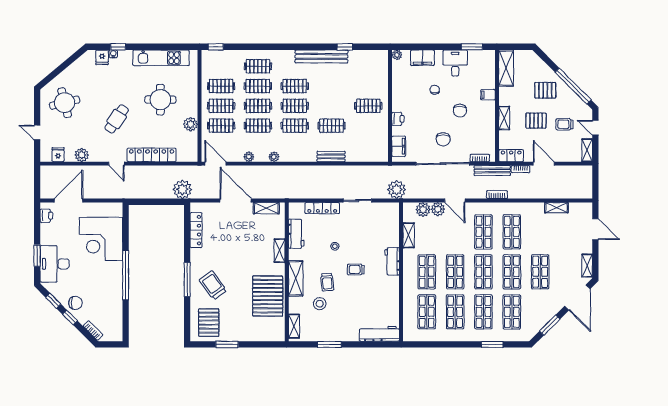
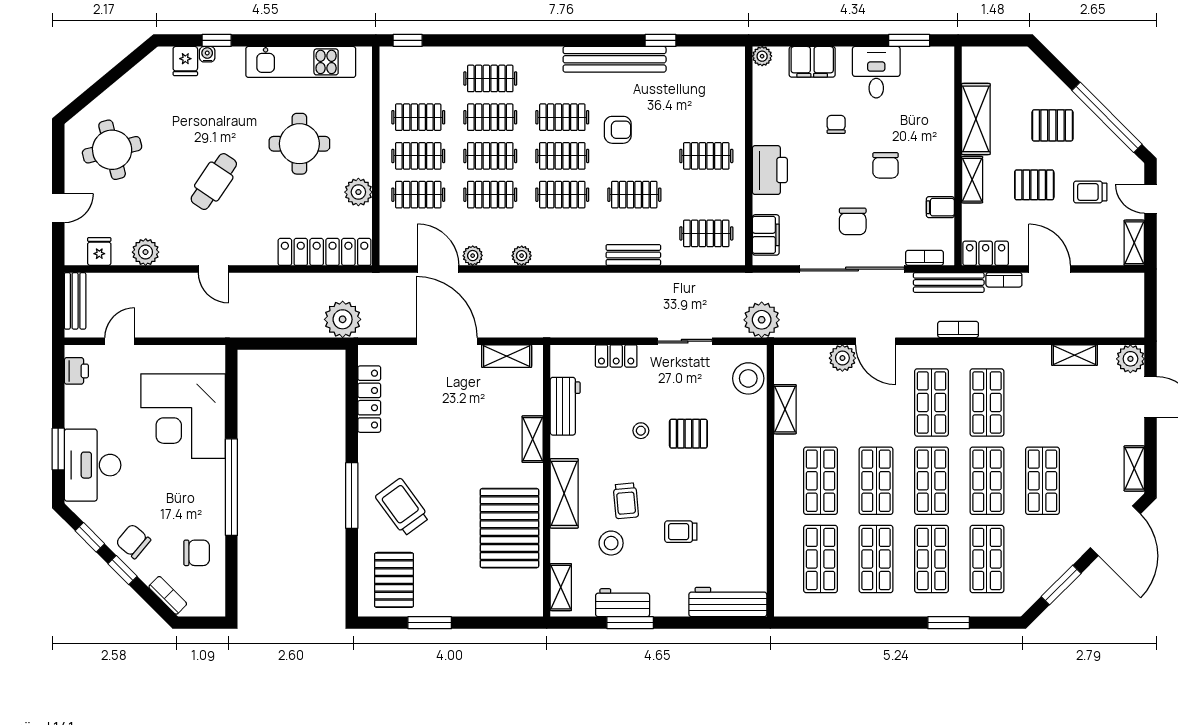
shelving: (506, 68) -> (976, 119), moved
armchair: (323, 92) -> (618, 130), added
filing cabinet: (488, 95) -> (940, 207), moved
printer: (398, 119) -> (770, 170), width x1.87, depth x1.48
door: (37, 133) -> (58, 208), swing flipped
clothes rail: (368, 145) -> (706, 233), added
locker: (152, 155) -> (325, 252), moved
door: (216, 164) -> (438, 269), moved
bench: (46, 180) -> (75, 301), added
door: (69, 201) -> (120, 341), width x0.53
locker: (322, 208) -> (616, 356), width x0.66
plant: (423, 210) -> (1130, 359), moved
stool: (390, 220) -> (748, 378), added
pallet: (359, 248) -> (688, 434), added
workbench: (392, 261) -> (623, 603), moved, turned 90
trolley: (356, 270) -> (681, 532), moved
chair: (75, 303) -> (133, 541), turned -141
chair: (108, 309) -> (197, 553), added

